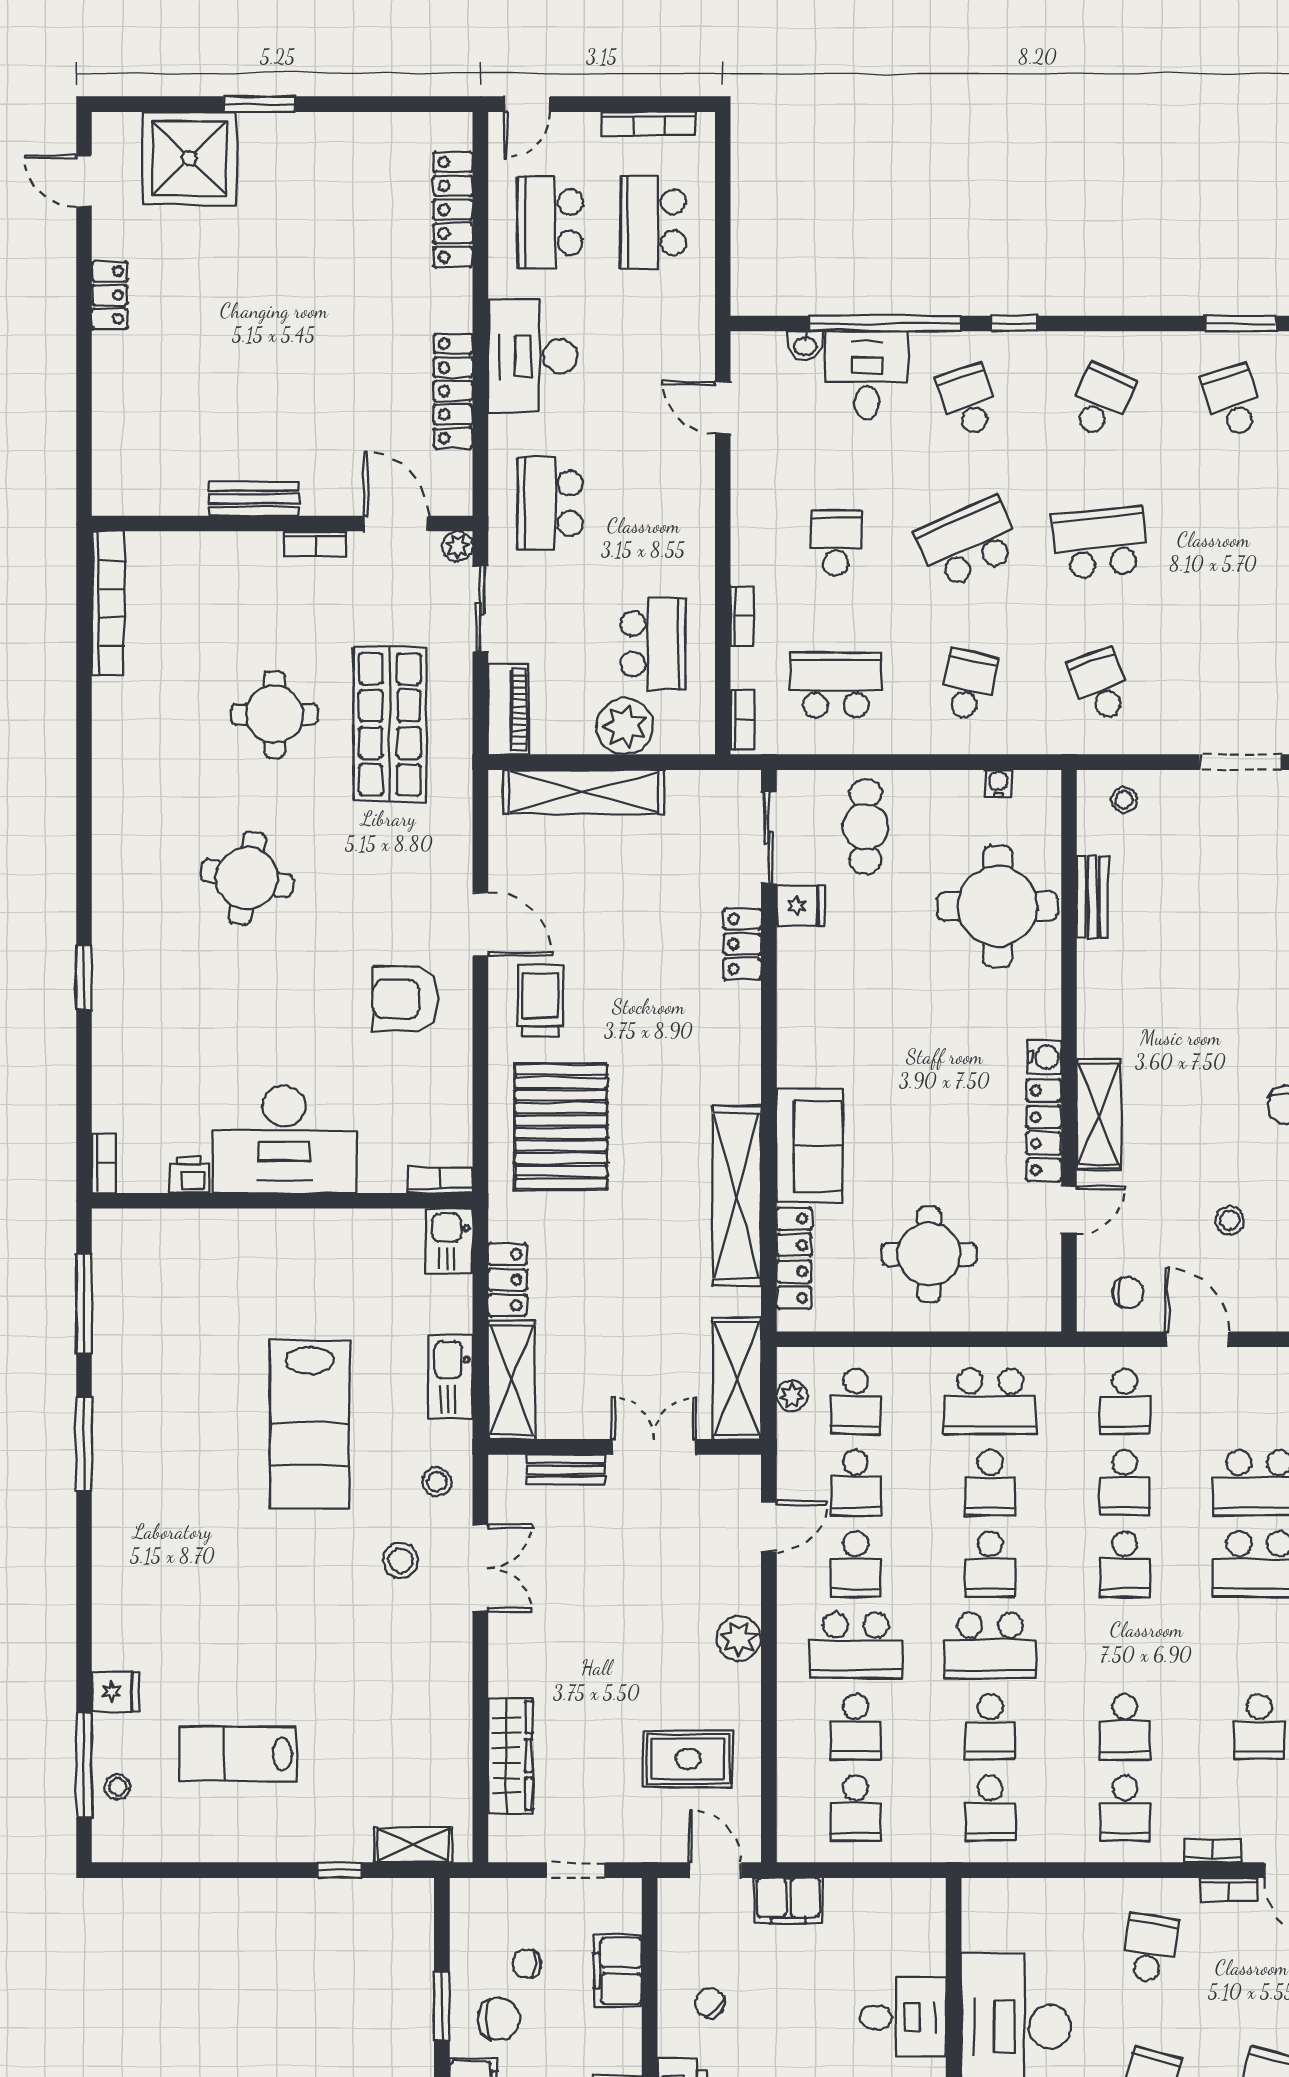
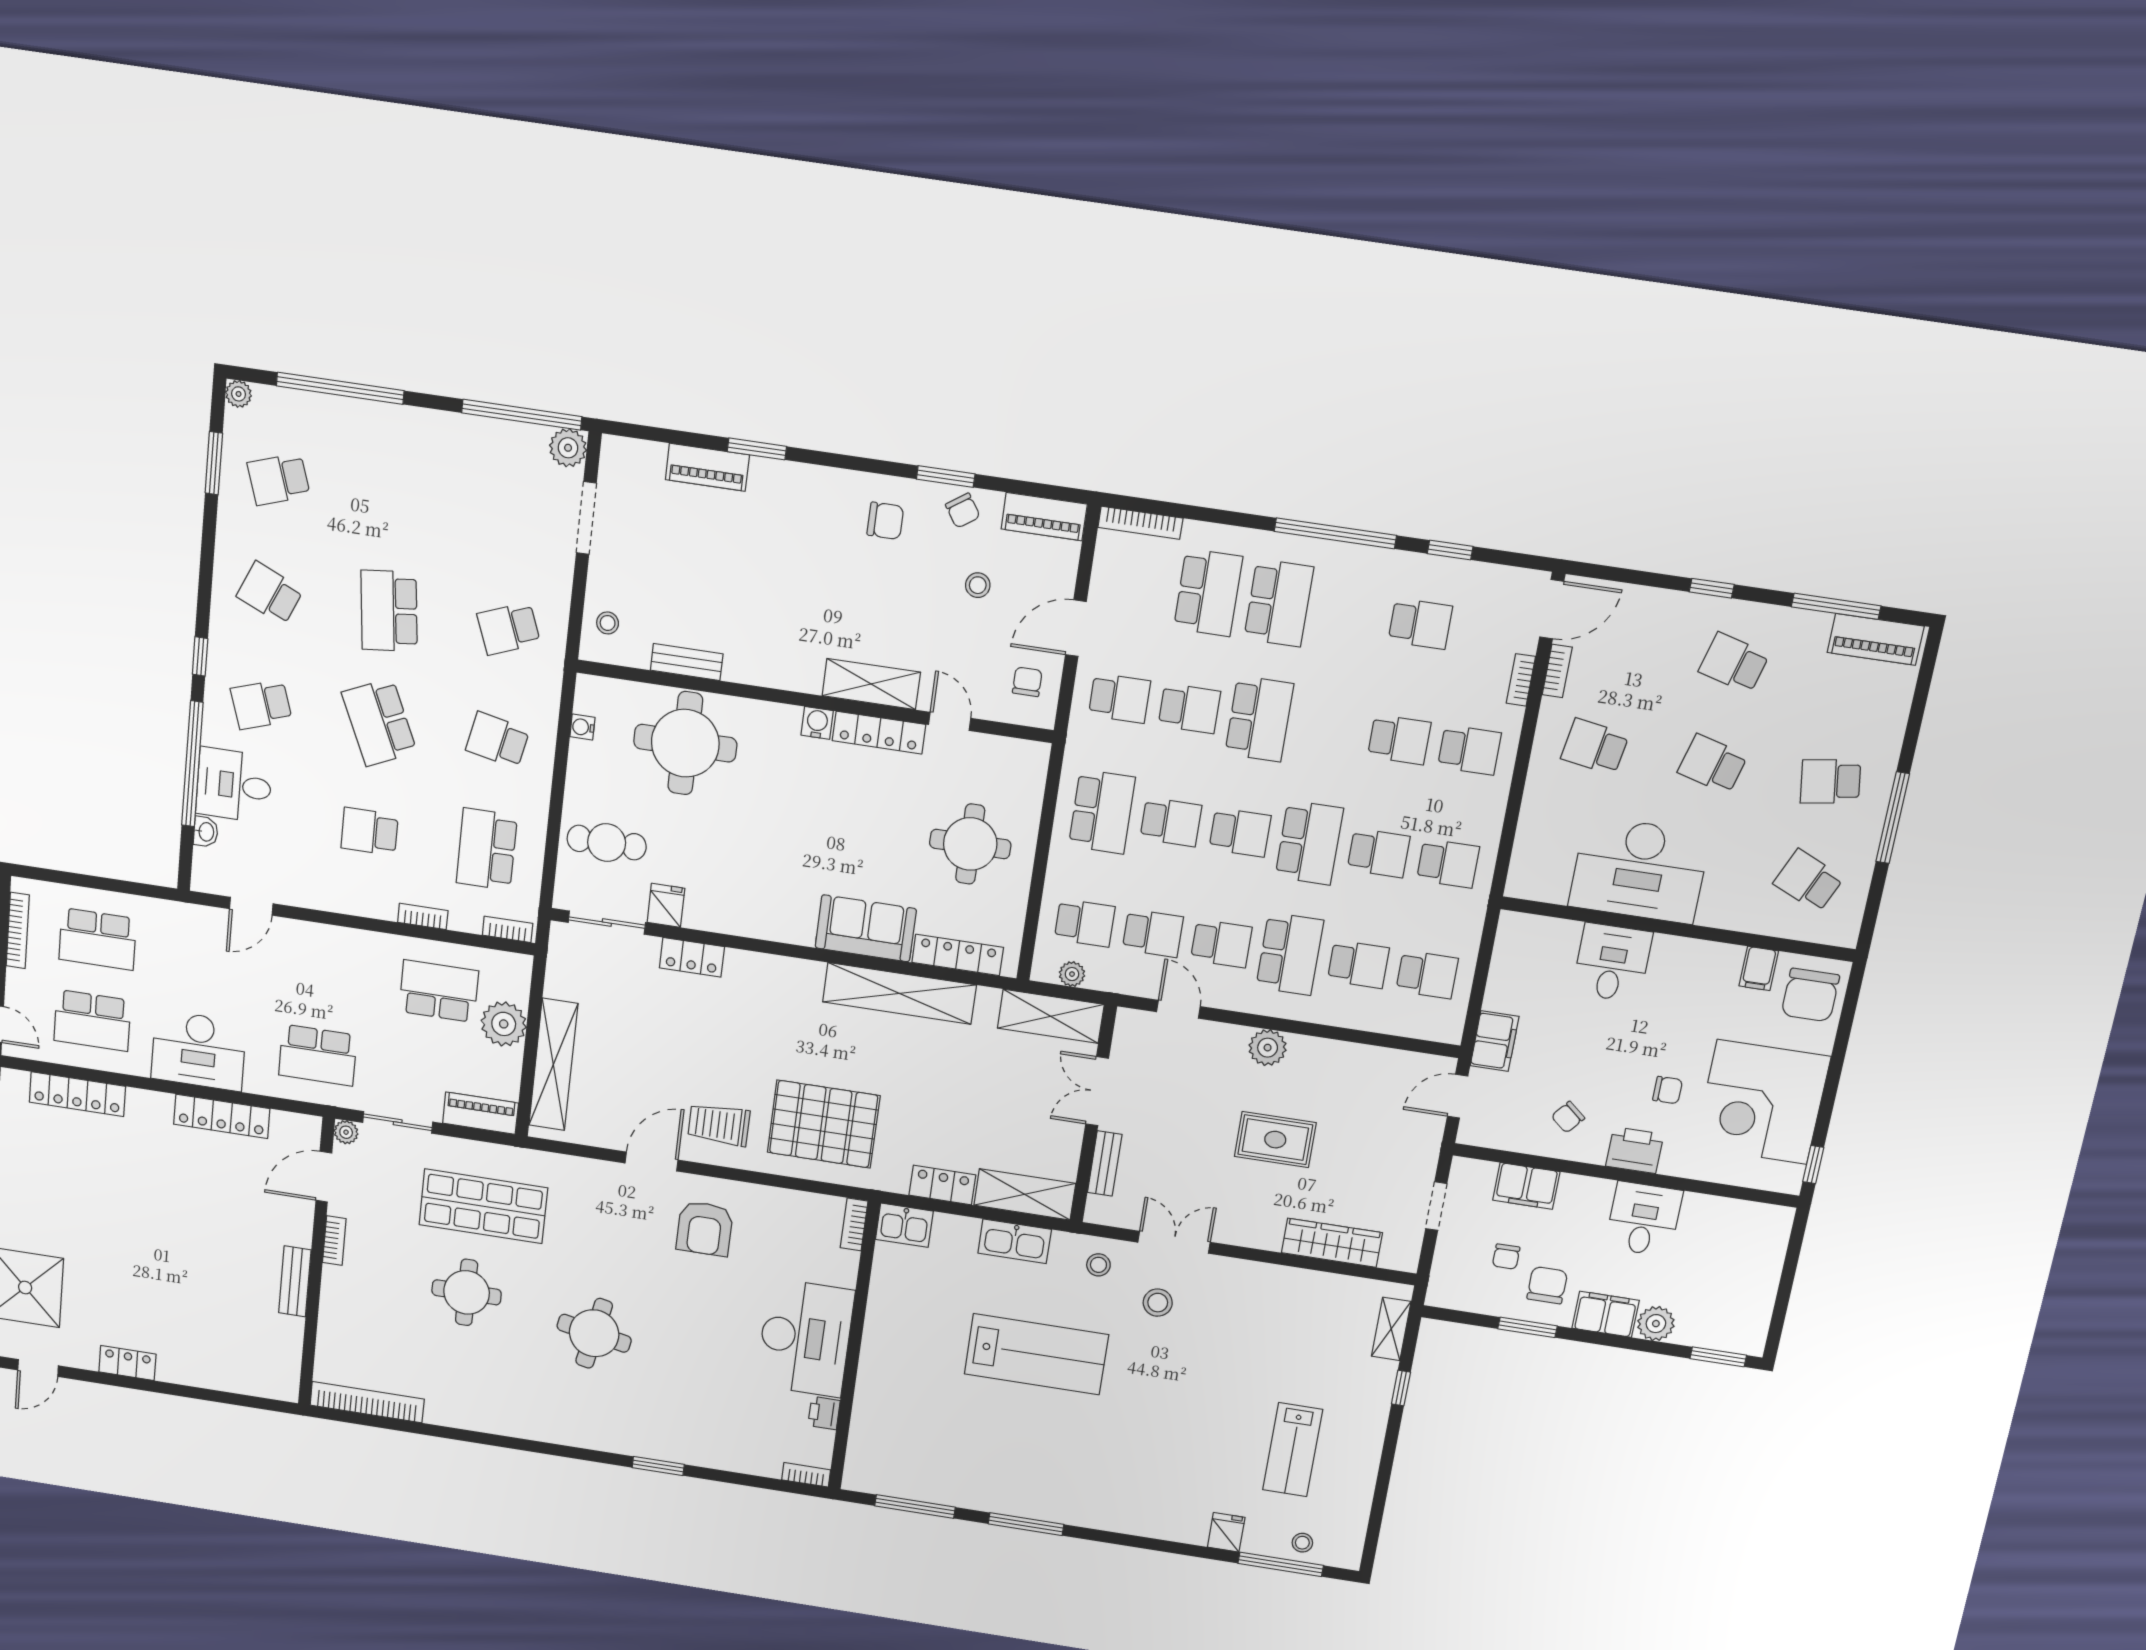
school desk: (1125, 1564) -> (1259, 719), width x1.85
rug: (688, 1759) -> (1275, 1140), moved, turned 90

